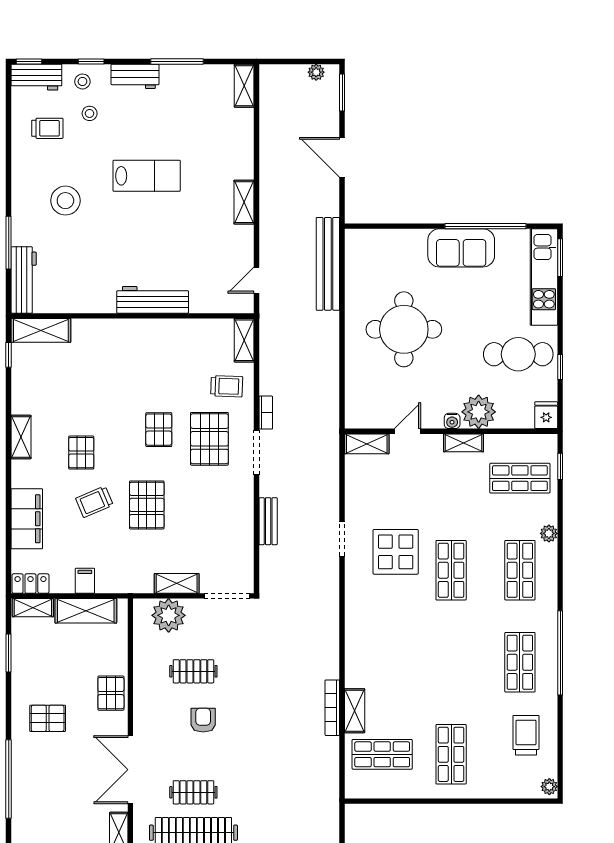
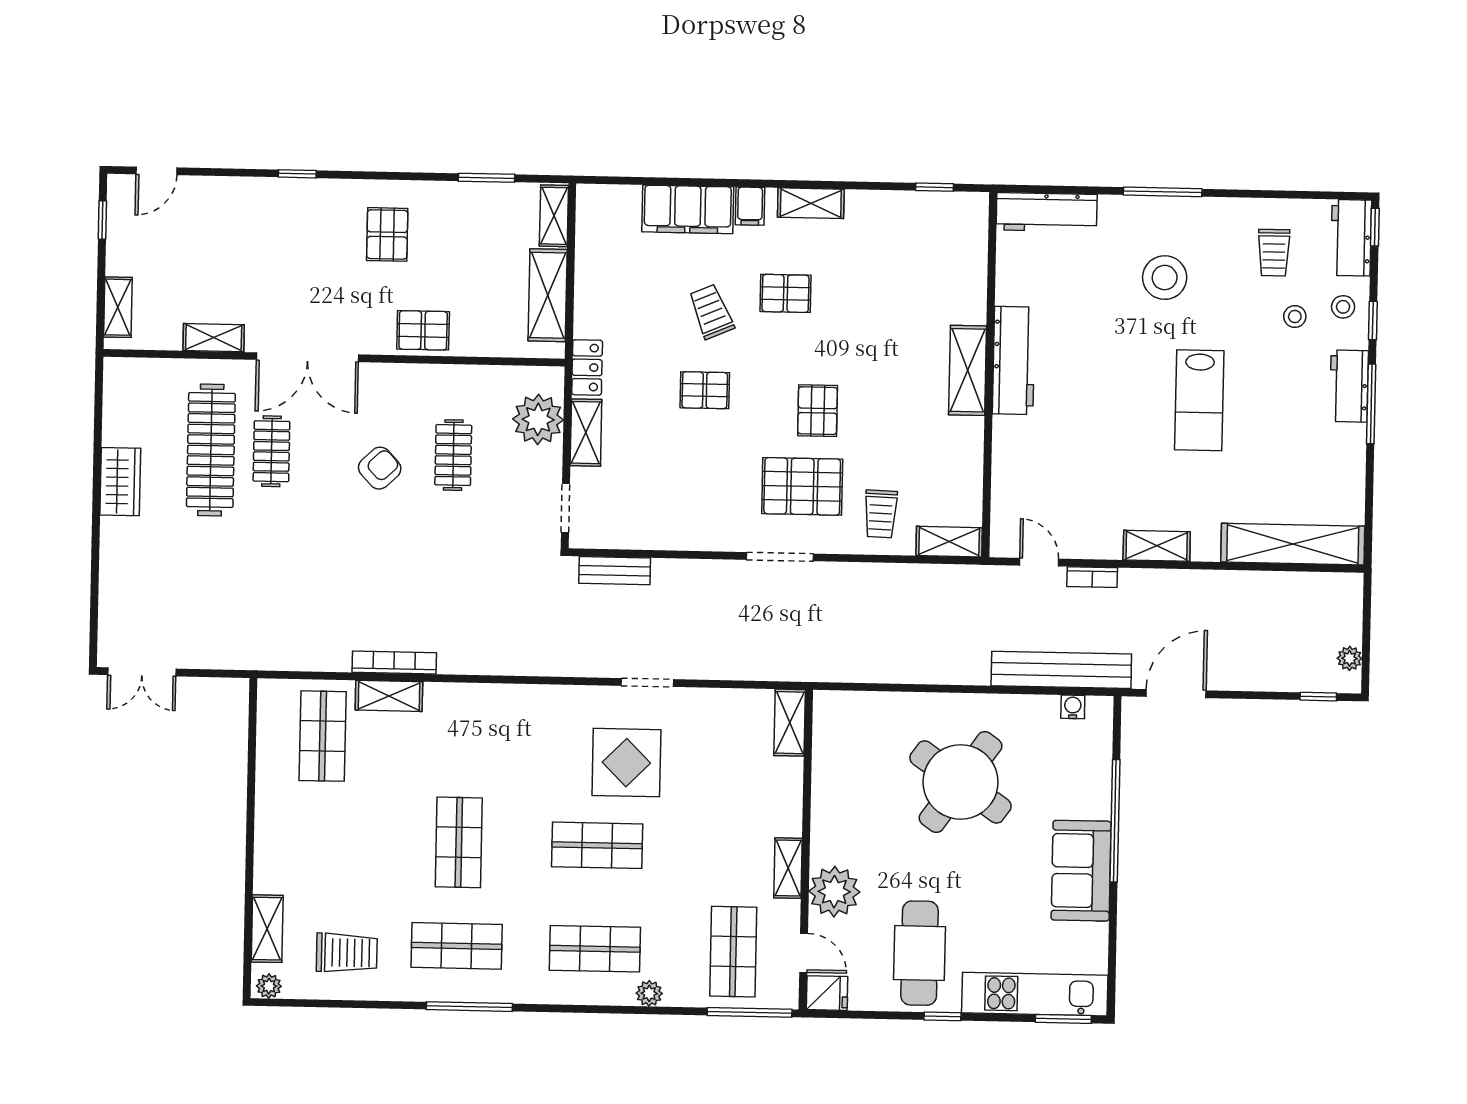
window: (177, 61) -> (1371, 404), moved
shelving: (244, 86) -> (1293, 544), width x2.20, depth x1.33
window: (342, 92) -> (1318, 697), width x0.67
door: (342, 157) -> (1176, 694), moved
window: (486, 226) -> (1115, 821), moved
window: (9, 243) -> (1163, 192), moved
workbench: (153, 300) -> (1014, 360), moved
round table: (404, 329) -> (961, 782), turned 35
shelving: (41, 330) -> (968, 370), moved
window: (560, 367) -> (942, 1016), moved
bookcase: (266, 413) -> (1092, 577), moved
water cooler: (452, 421) -> (1073, 707), moved, turned 90
pallet: (159, 430) -> (818, 411), turned 90
door: (408, 431) -> (804, 953), moved
window: (560, 466) -> (750, 1012), width x2.17
pallet: (147, 505) -> (705, 390), width x0.67, depth x0.71
bench: (268, 521) -> (615, 571), moved
filing cabinet: (85, 581) -> (750, 206), moved, turned 90
locker: (30, 584) -> (587, 367), moved
doorway: (227, 596) -> (565, 508), width x0.73
window: (560, 653) -> (469, 1007), width x0.68
armchair: (203, 720) -> (380, 468), turned -43
shop shelf: (451, 754) -> (459, 842), moved, turned 90
double door: (130, 770) -> (307, 357), swing flipped
window: (9, 779) -> (297, 174), width x0.32
shelving: (511, 788) -> (267, 929), added

